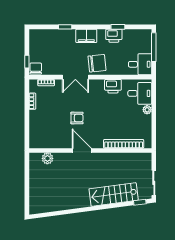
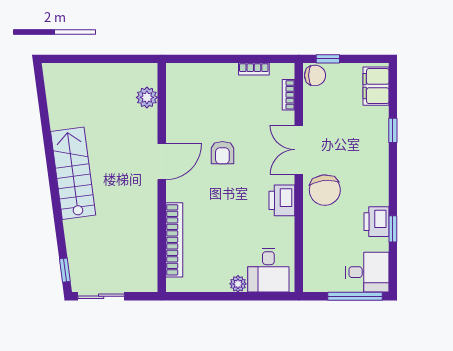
filing cabinet: (86, 36) -> (376, 86), moved
desk: (140, 64) -> (367, 272), moved, turned -90
printer: (113, 86) -> (282, 200), moved
stairs: (114, 194) -> (73, 173), moved

